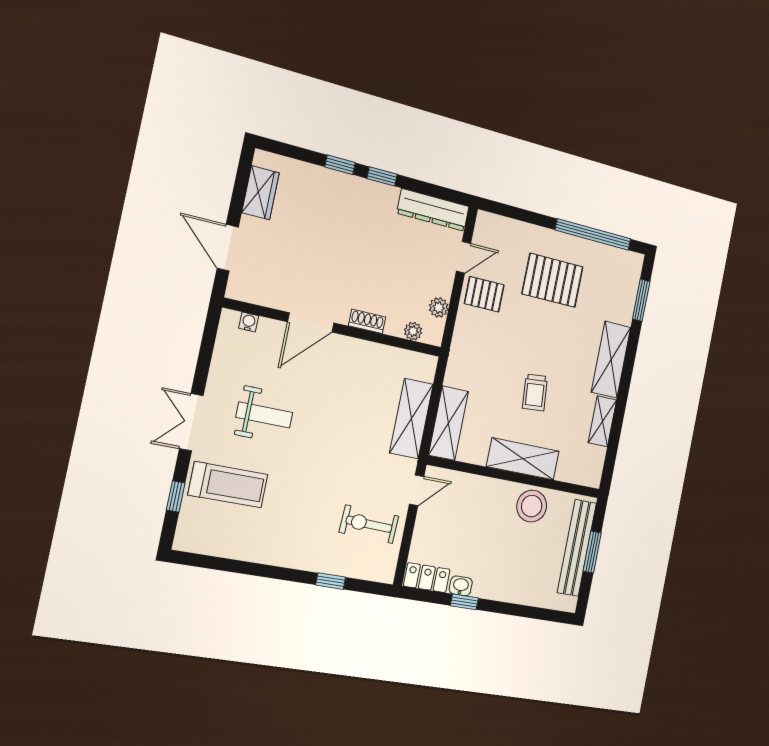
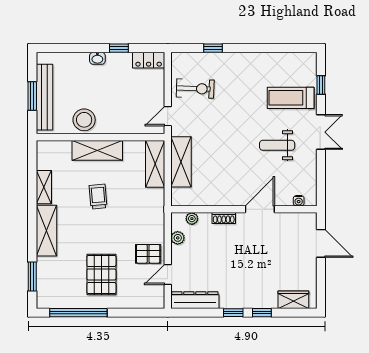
wardrobe: (260, 193) -> (293, 300), moved, turned 90
pallet: (553, 280) -> (101, 274), turned 90
washbasin: (461, 586) -> (97, 58), moved

